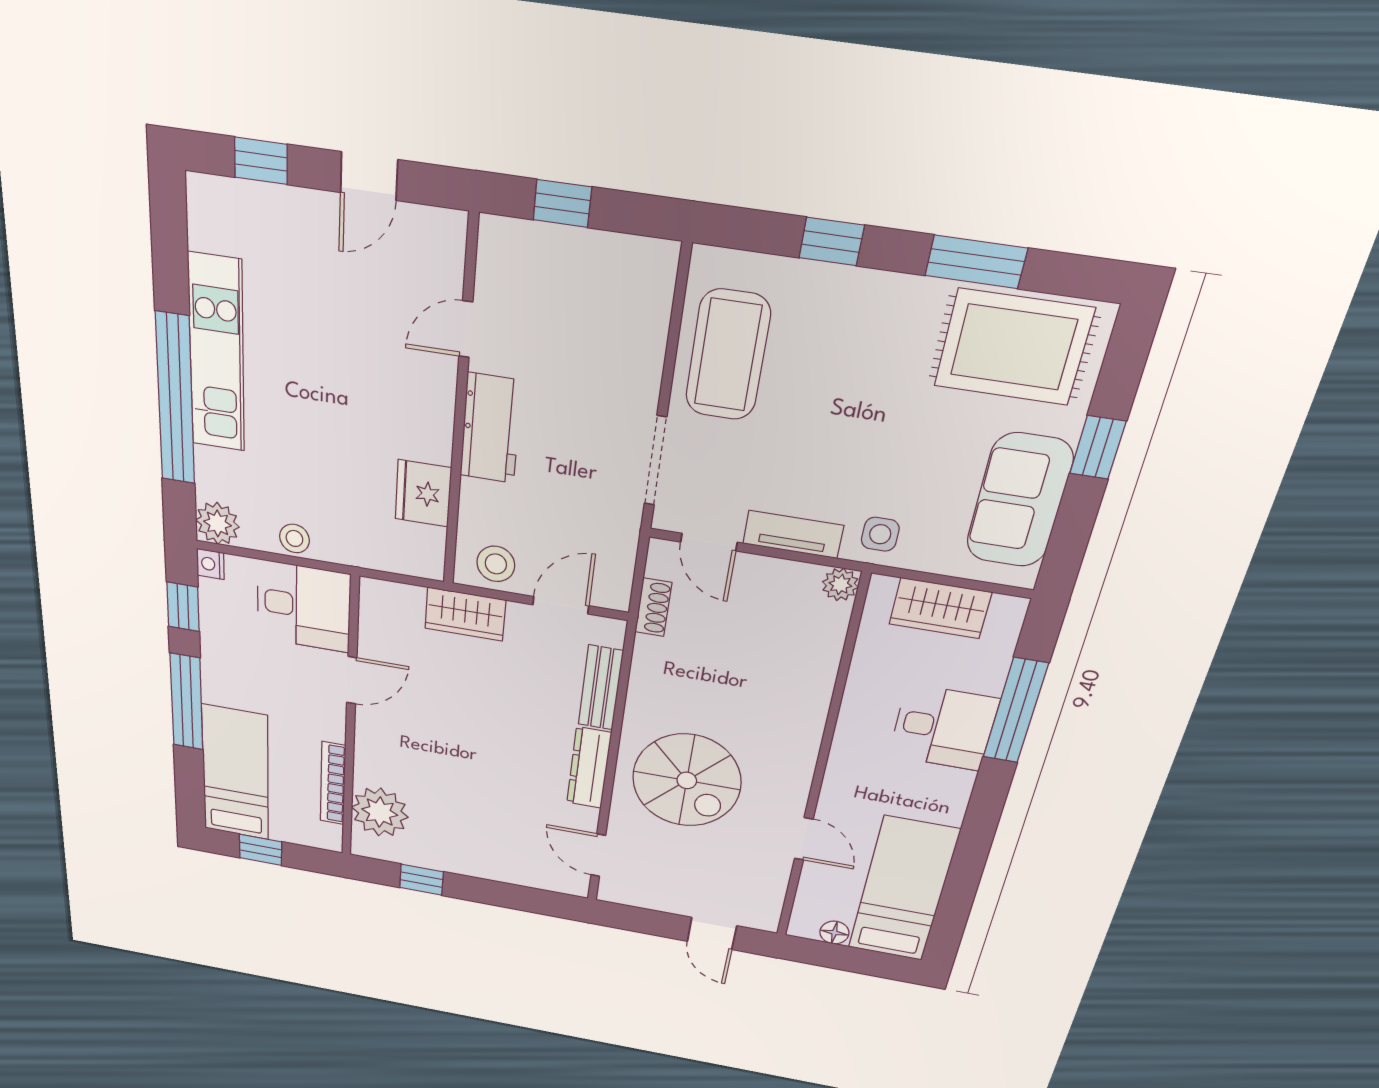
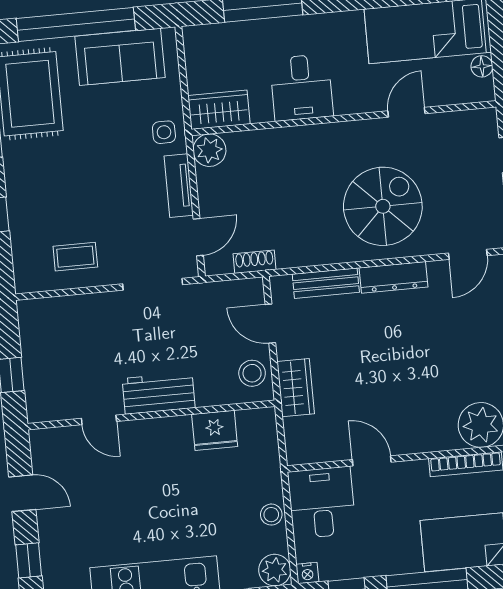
coffee table: (728, 355) -> (75, 257), width x0.54, depth x0.58
window: (1098, 447) -> (76, 24), width x3.17
plant: (840, 584) -> (209, 150), width x1.38, depth x1.38
wardrobe: (940, 608) -> (219, 110), moved, turned -90
desk: (944, 727) -> (301, 87), moved, turned 180

